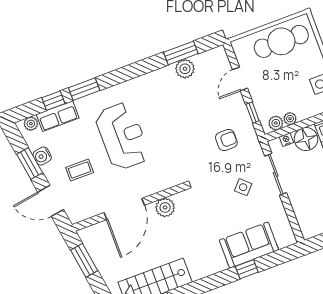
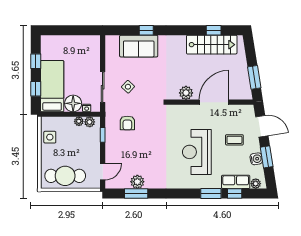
door: (240, 79) -> (103, 172), moved
armchair: (226, 140) -> (127, 123), turned -90

